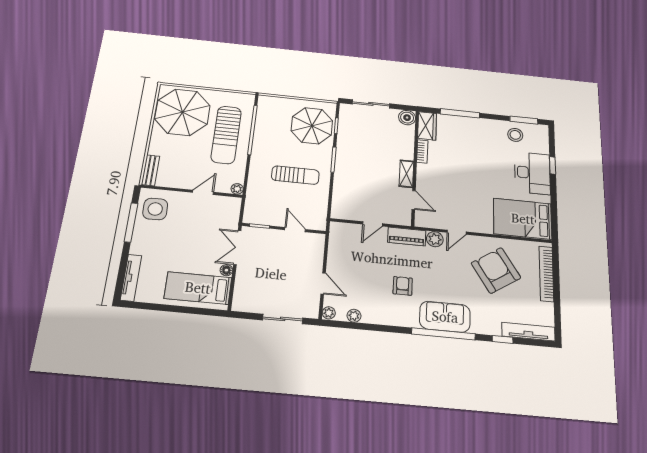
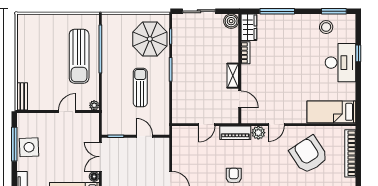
parasol: (182, 112) -> (40, 39), removed
sun lounger: (295, 175) -> (140, 88), turned -90
side table: (155, 209) -> (29, 147), moved
bed: (523, 219) -> (331, 112), width x0.67

